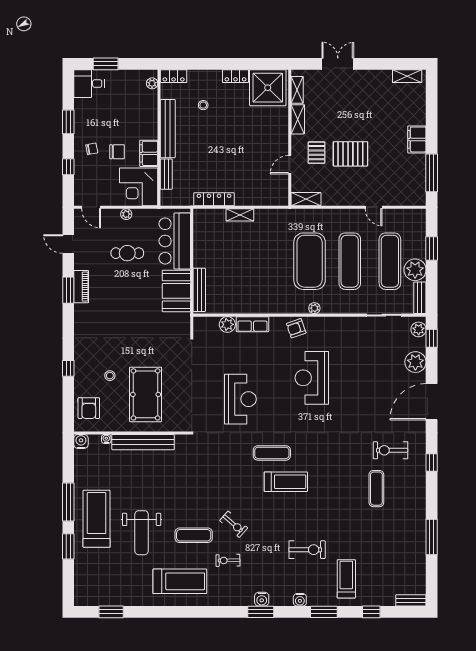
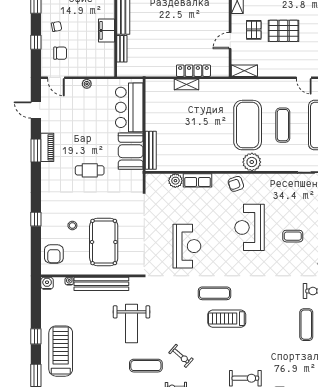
chair: (117, 152) -> (60, 53), moved
corner desk: (139, 187) -> (98, 60), removed
locker: (214, 199) -> (193, 71), moved
cafe table: (127, 253) -> (90, 170), moved
exercise mat: (350, 261) -> (283, 125), width x0.73, depth x0.69
plant: (314, 308) -> (252, 162), width x1.88, depth x1.88
coffee table: (361, 388) -> (293, 236), added
treadmill: (286, 482) -> (227, 319), turned 180
window: (68, 502) -> (36, 336), width x0.46
weight bench: (142, 533) -> (132, 324), moved

